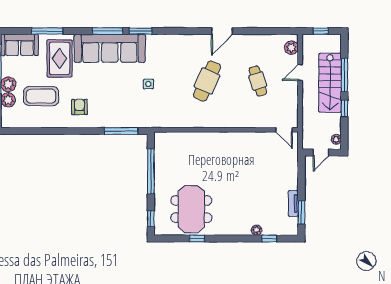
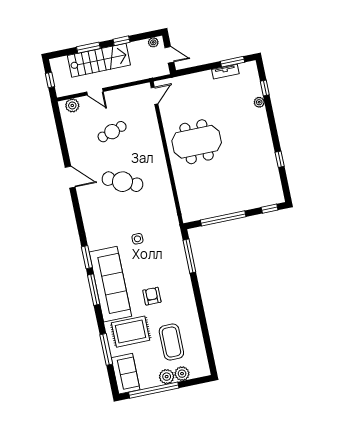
window: (344, 75) -> (88, 48), width x0.69
armchair: (79, 107) -> (152, 296), moved, turned 90
meeting table: (191, 209) -> (197, 142), moved

